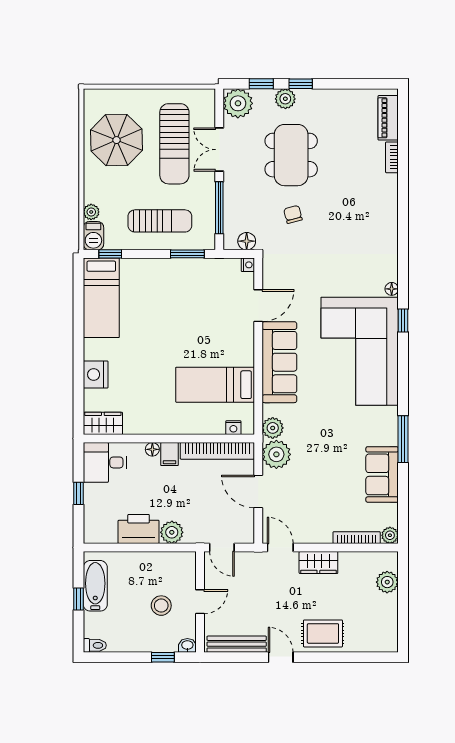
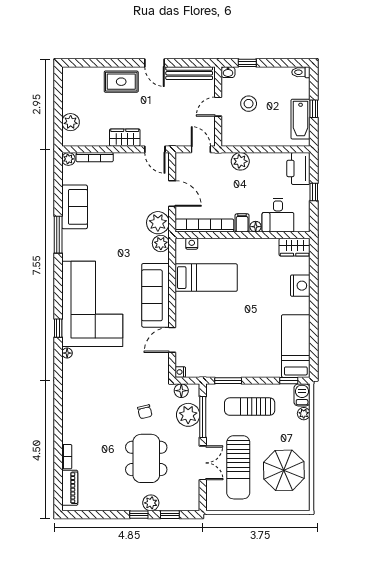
plant: (238, 103) -> (188, 415), moved
sun lounger: (174, 144) -> (238, 467), turned 180
desk: (105, 462) -> (278, 215), moved, turned 90
printer: (139, 529) -> (298, 168), moved, turned 90

